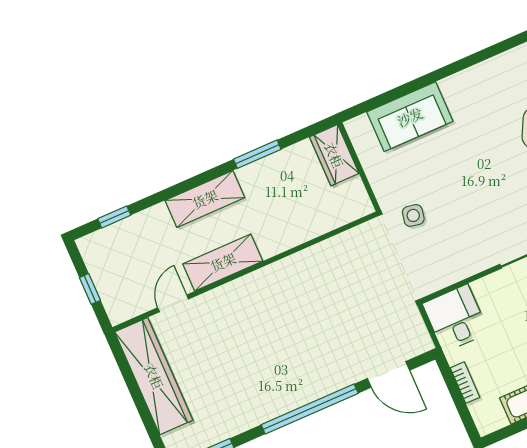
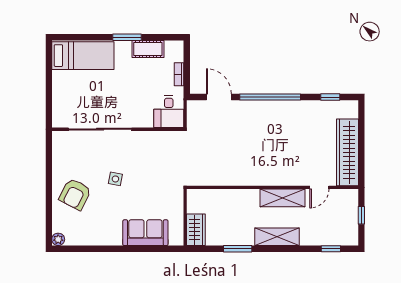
side table: (413, 215) -> (115, 179), moved

